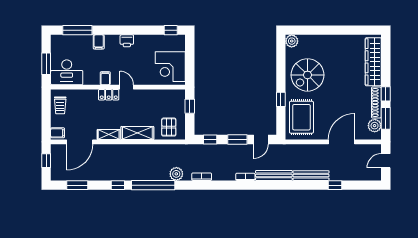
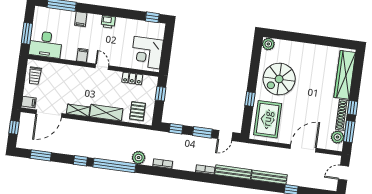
locker: (109, 95) -> (132, 78), moved

